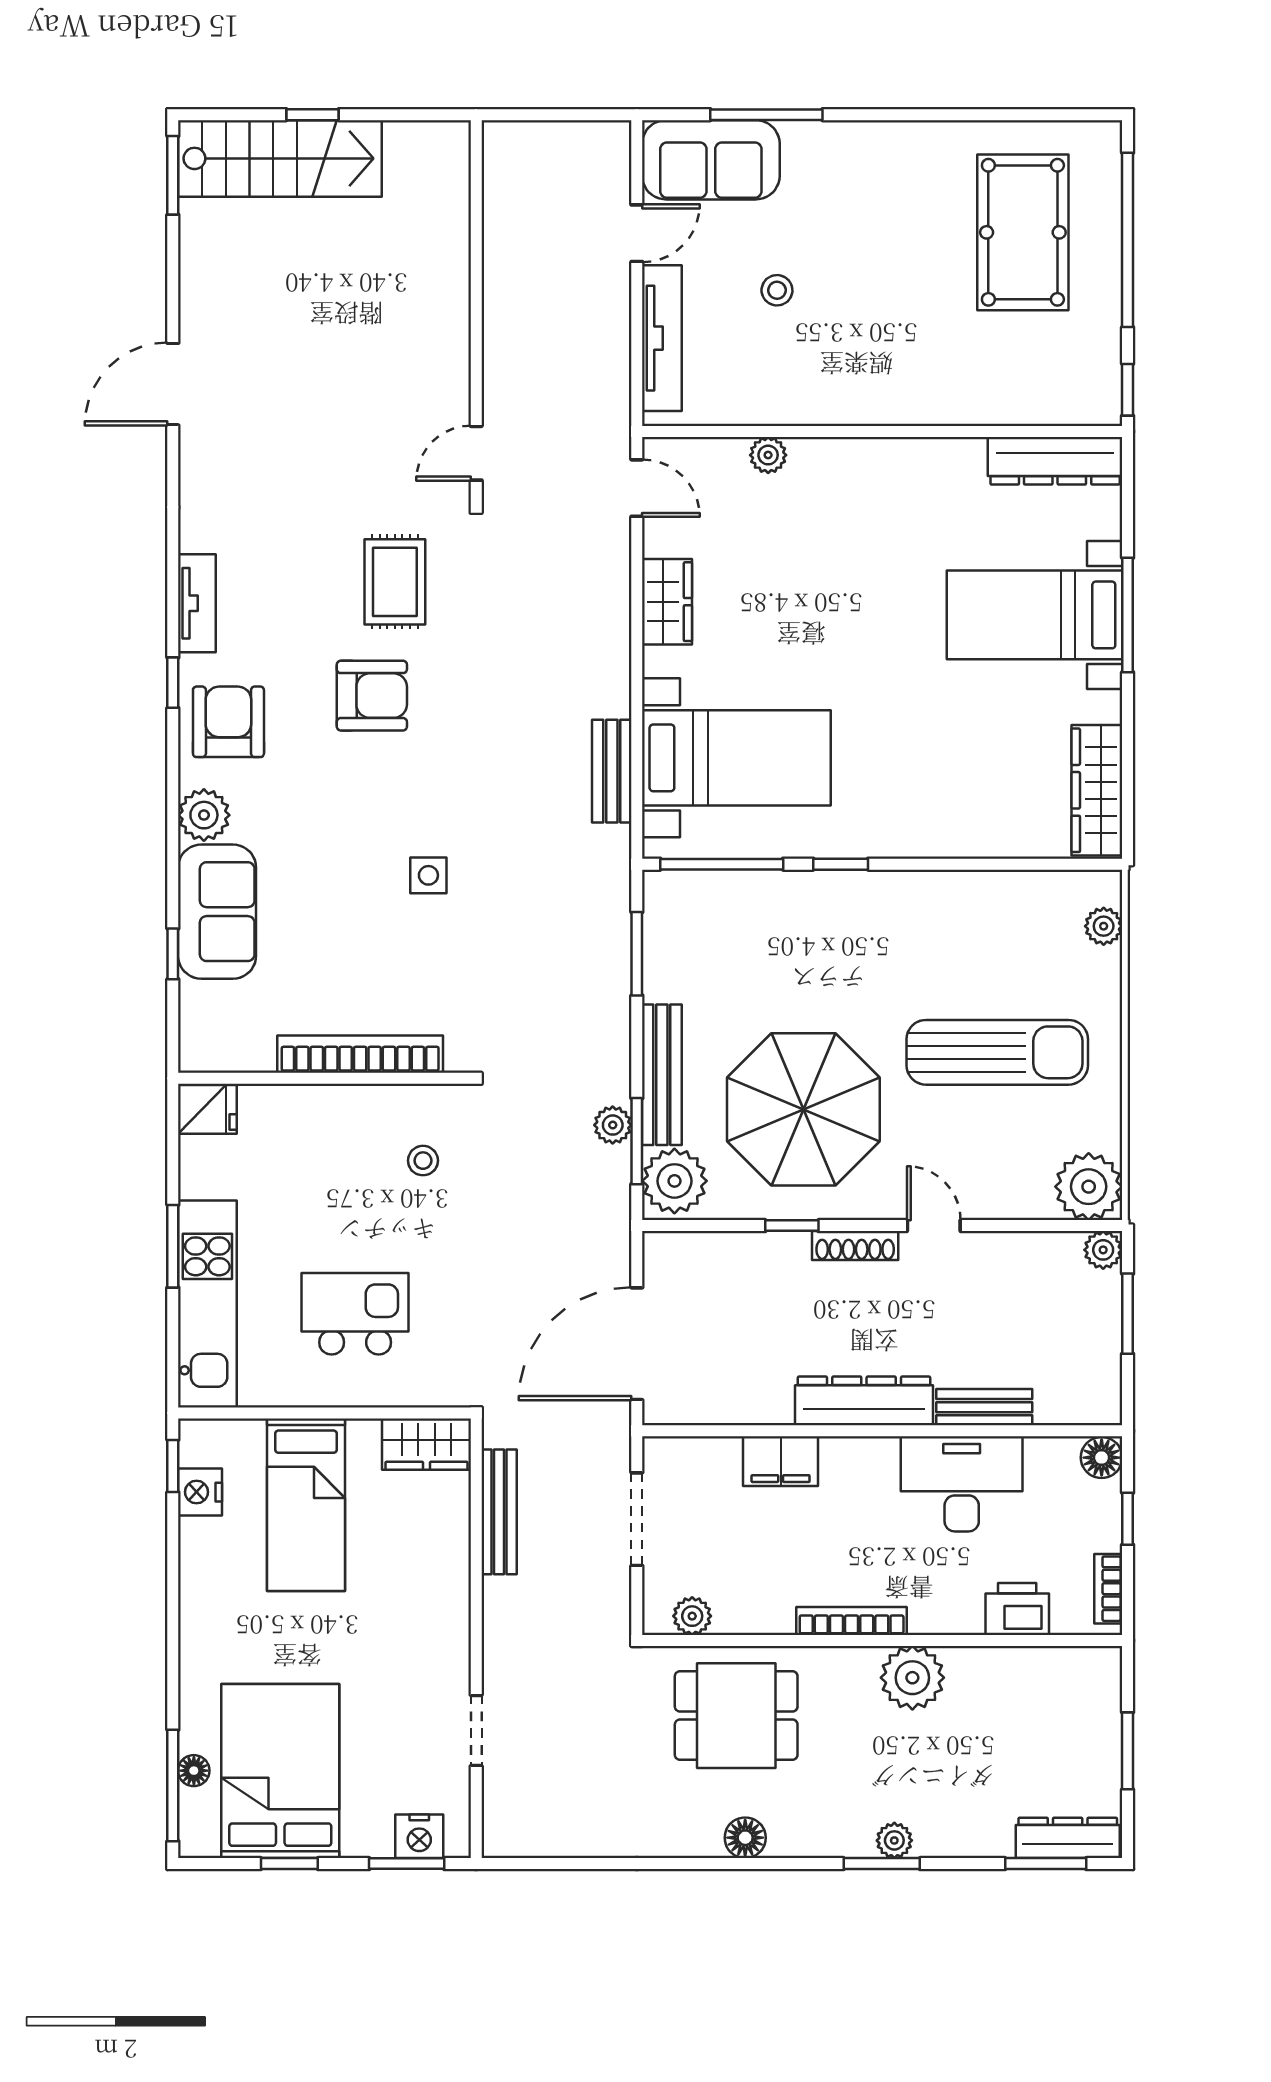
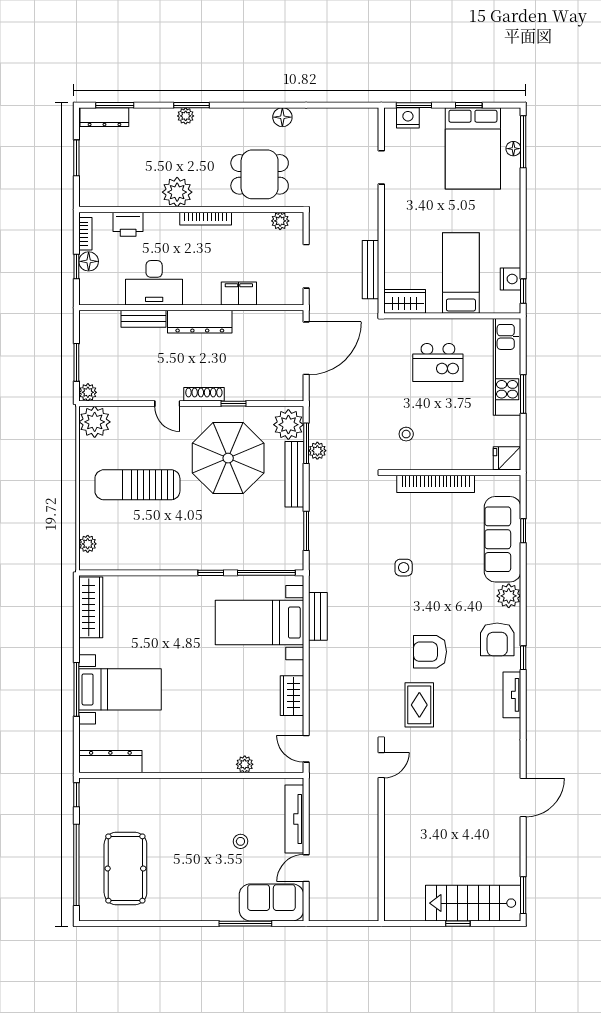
sofa: (217, 912) -> (503, 539), width x1.36
floor lamp: (1102, 1458) -> (89, 261), moved
floor lamp: (745, 1838) -> (282, 117), moved

